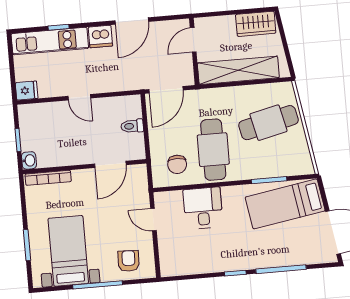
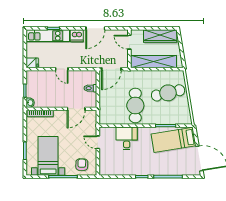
wardrobe: (256, 24) -> (160, 36), width x1.50
door: (193, 40) -> (129, 42), hinge flipped
chair: (177, 164) -> (114, 112), removed

